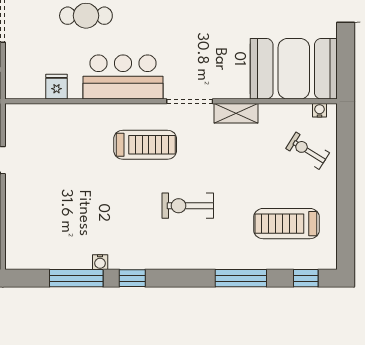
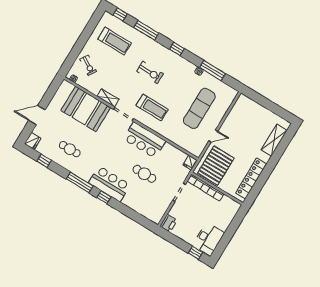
booth: (294, 69) -> (86, 109), moved
fridge: (57, 87) -> (190, 163), moved
treadmill: (145, 145) -> (152, 107), turned 180
exercise mat: (58, 195) -> (199, 108), added
window: (132, 278) -> (177, 49), moved

